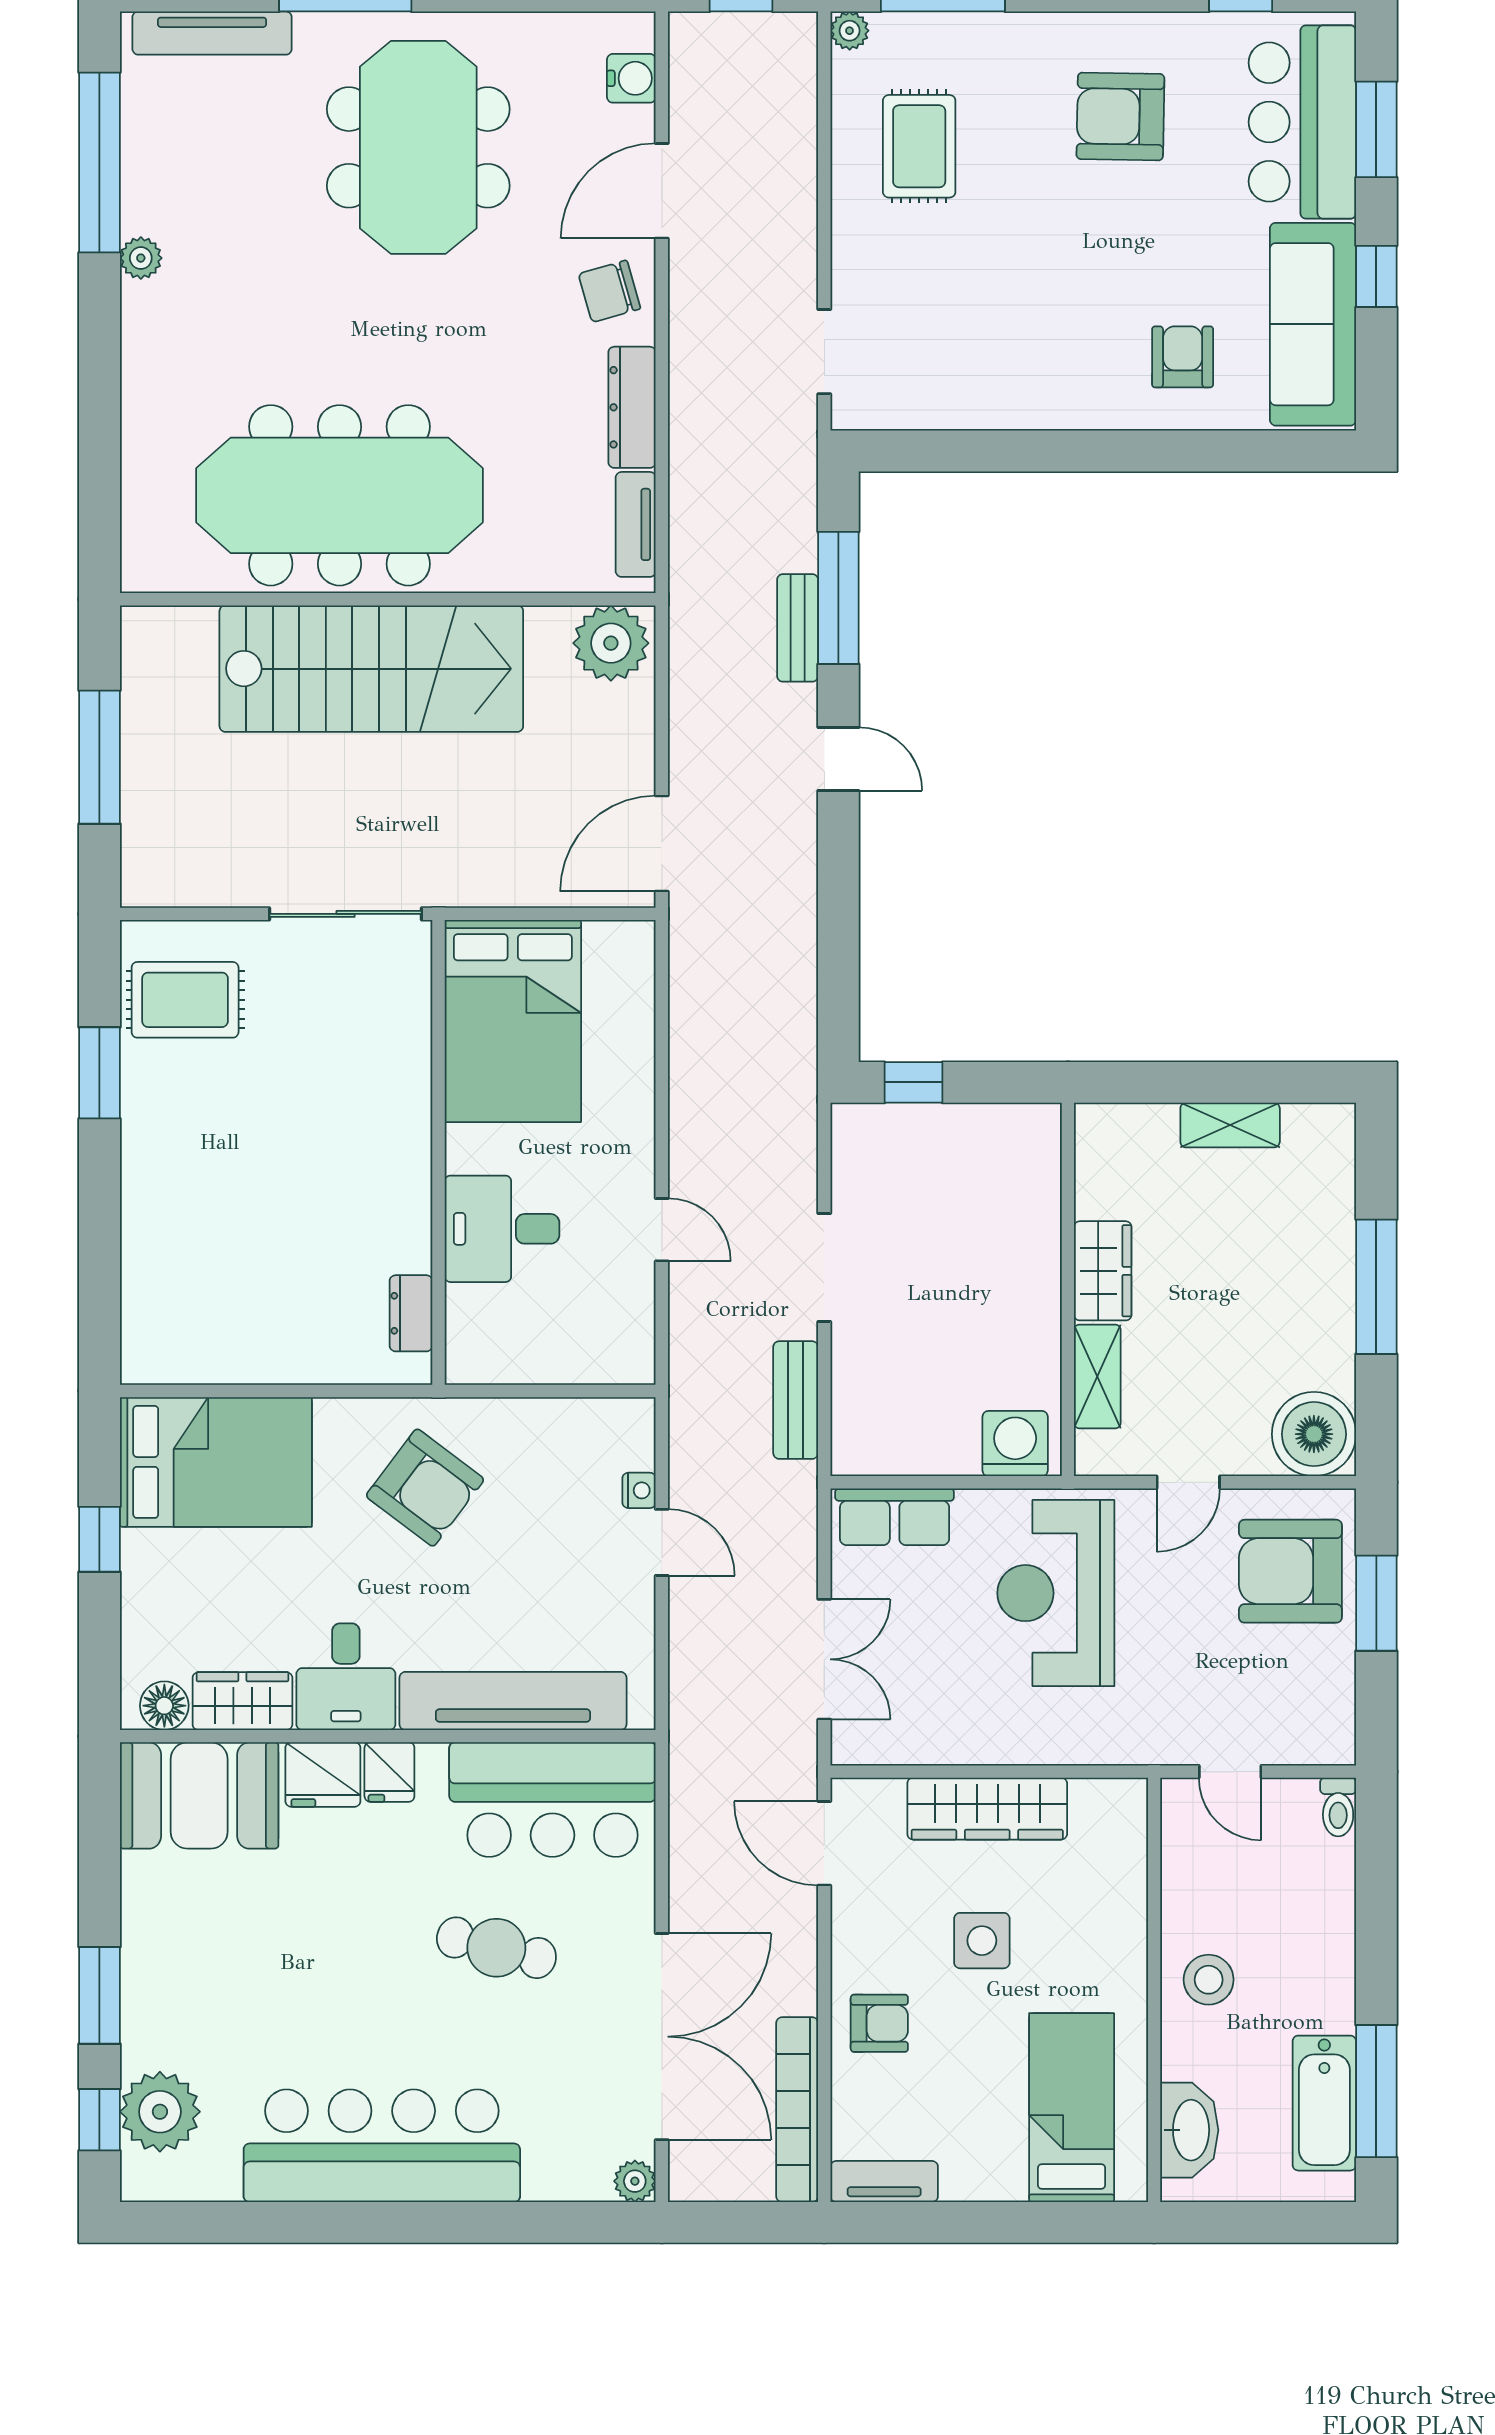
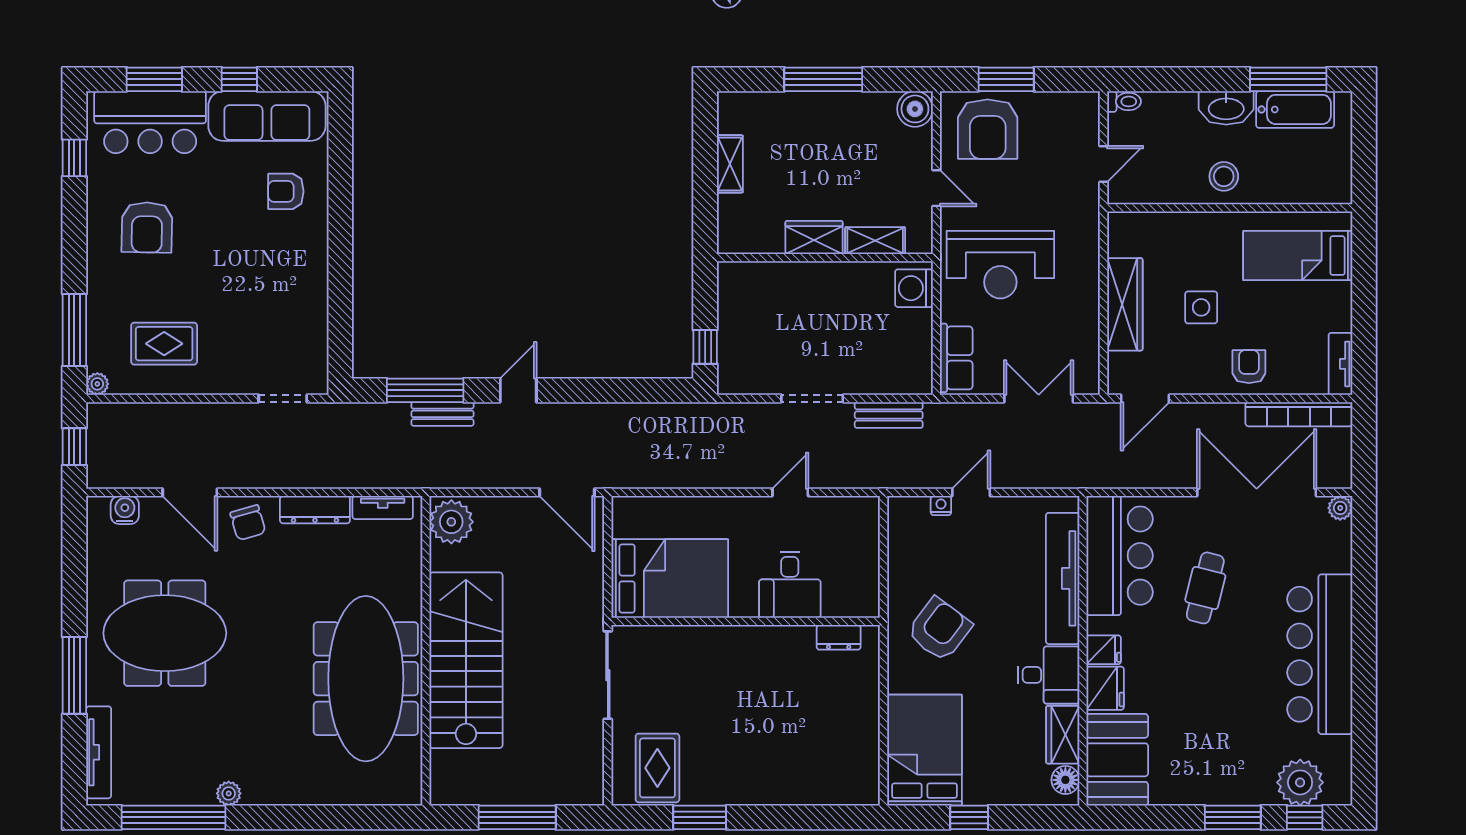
boiler: (1314, 1434) -> (915, 109), width x0.73, depth x0.73
washbasin: (1189, 2130) -> (1226, 108), moved, turned 180

